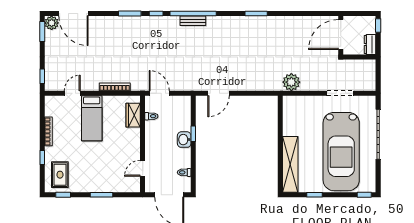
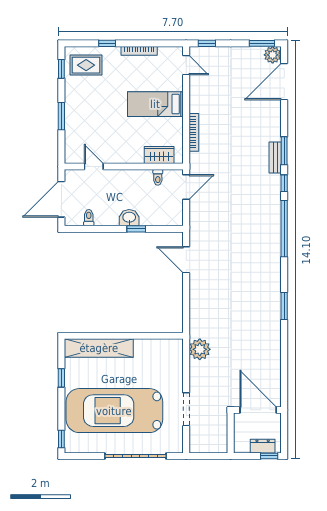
bench: (193, 21) -> (275, 157), moved
dresser: (370, 45) -> (263, 446), moved
door: (72, 93) -> (186, 65), moved

